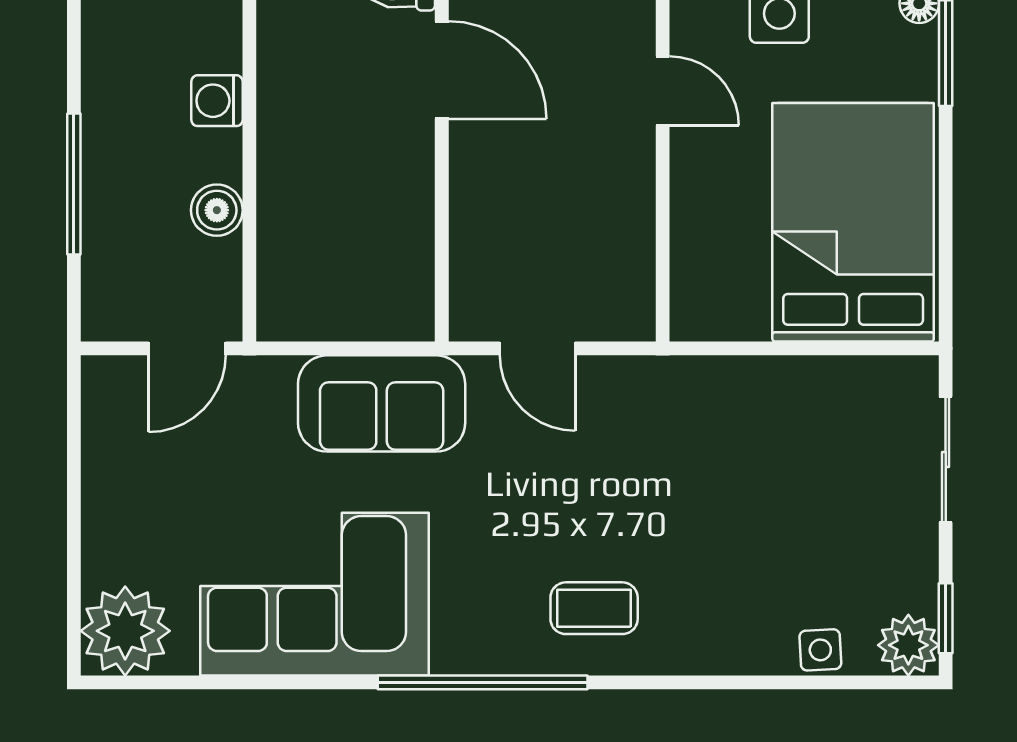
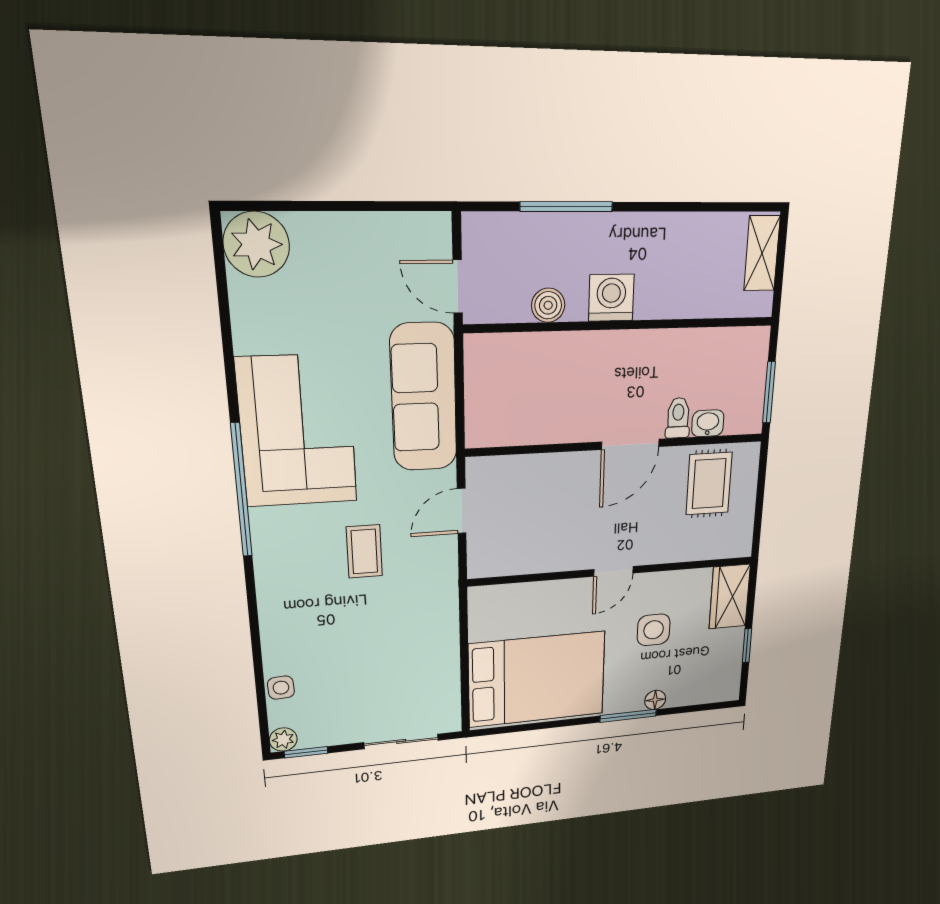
washing machine: (217, 101) -> (611, 298), width x1.38, depth x1.38
sofa: (382, 403) -> (424, 398), width x1.36
corner sofa: (315, 594) -> (297, 431), moved
coffee table: (594, 608) -> (364, 551), moved
plant: (908, 645) -> (283, 740), width x0.73, depth x0.73

